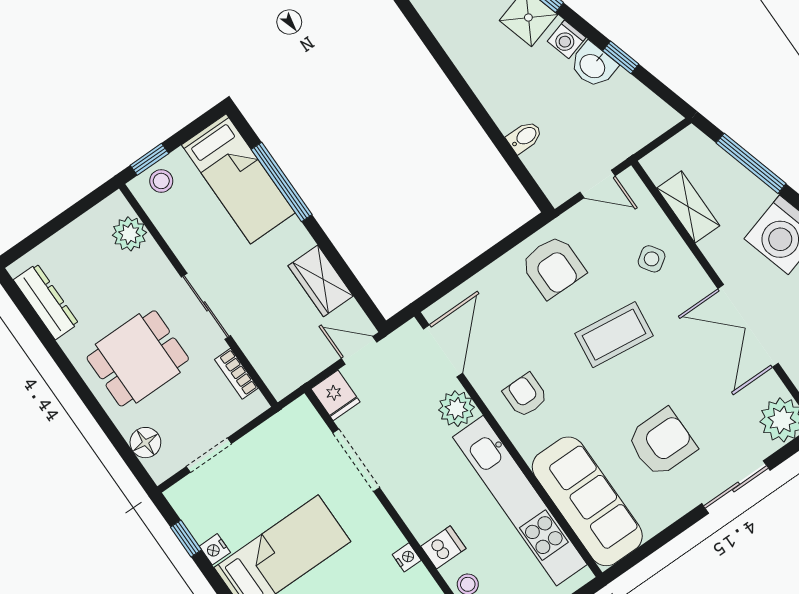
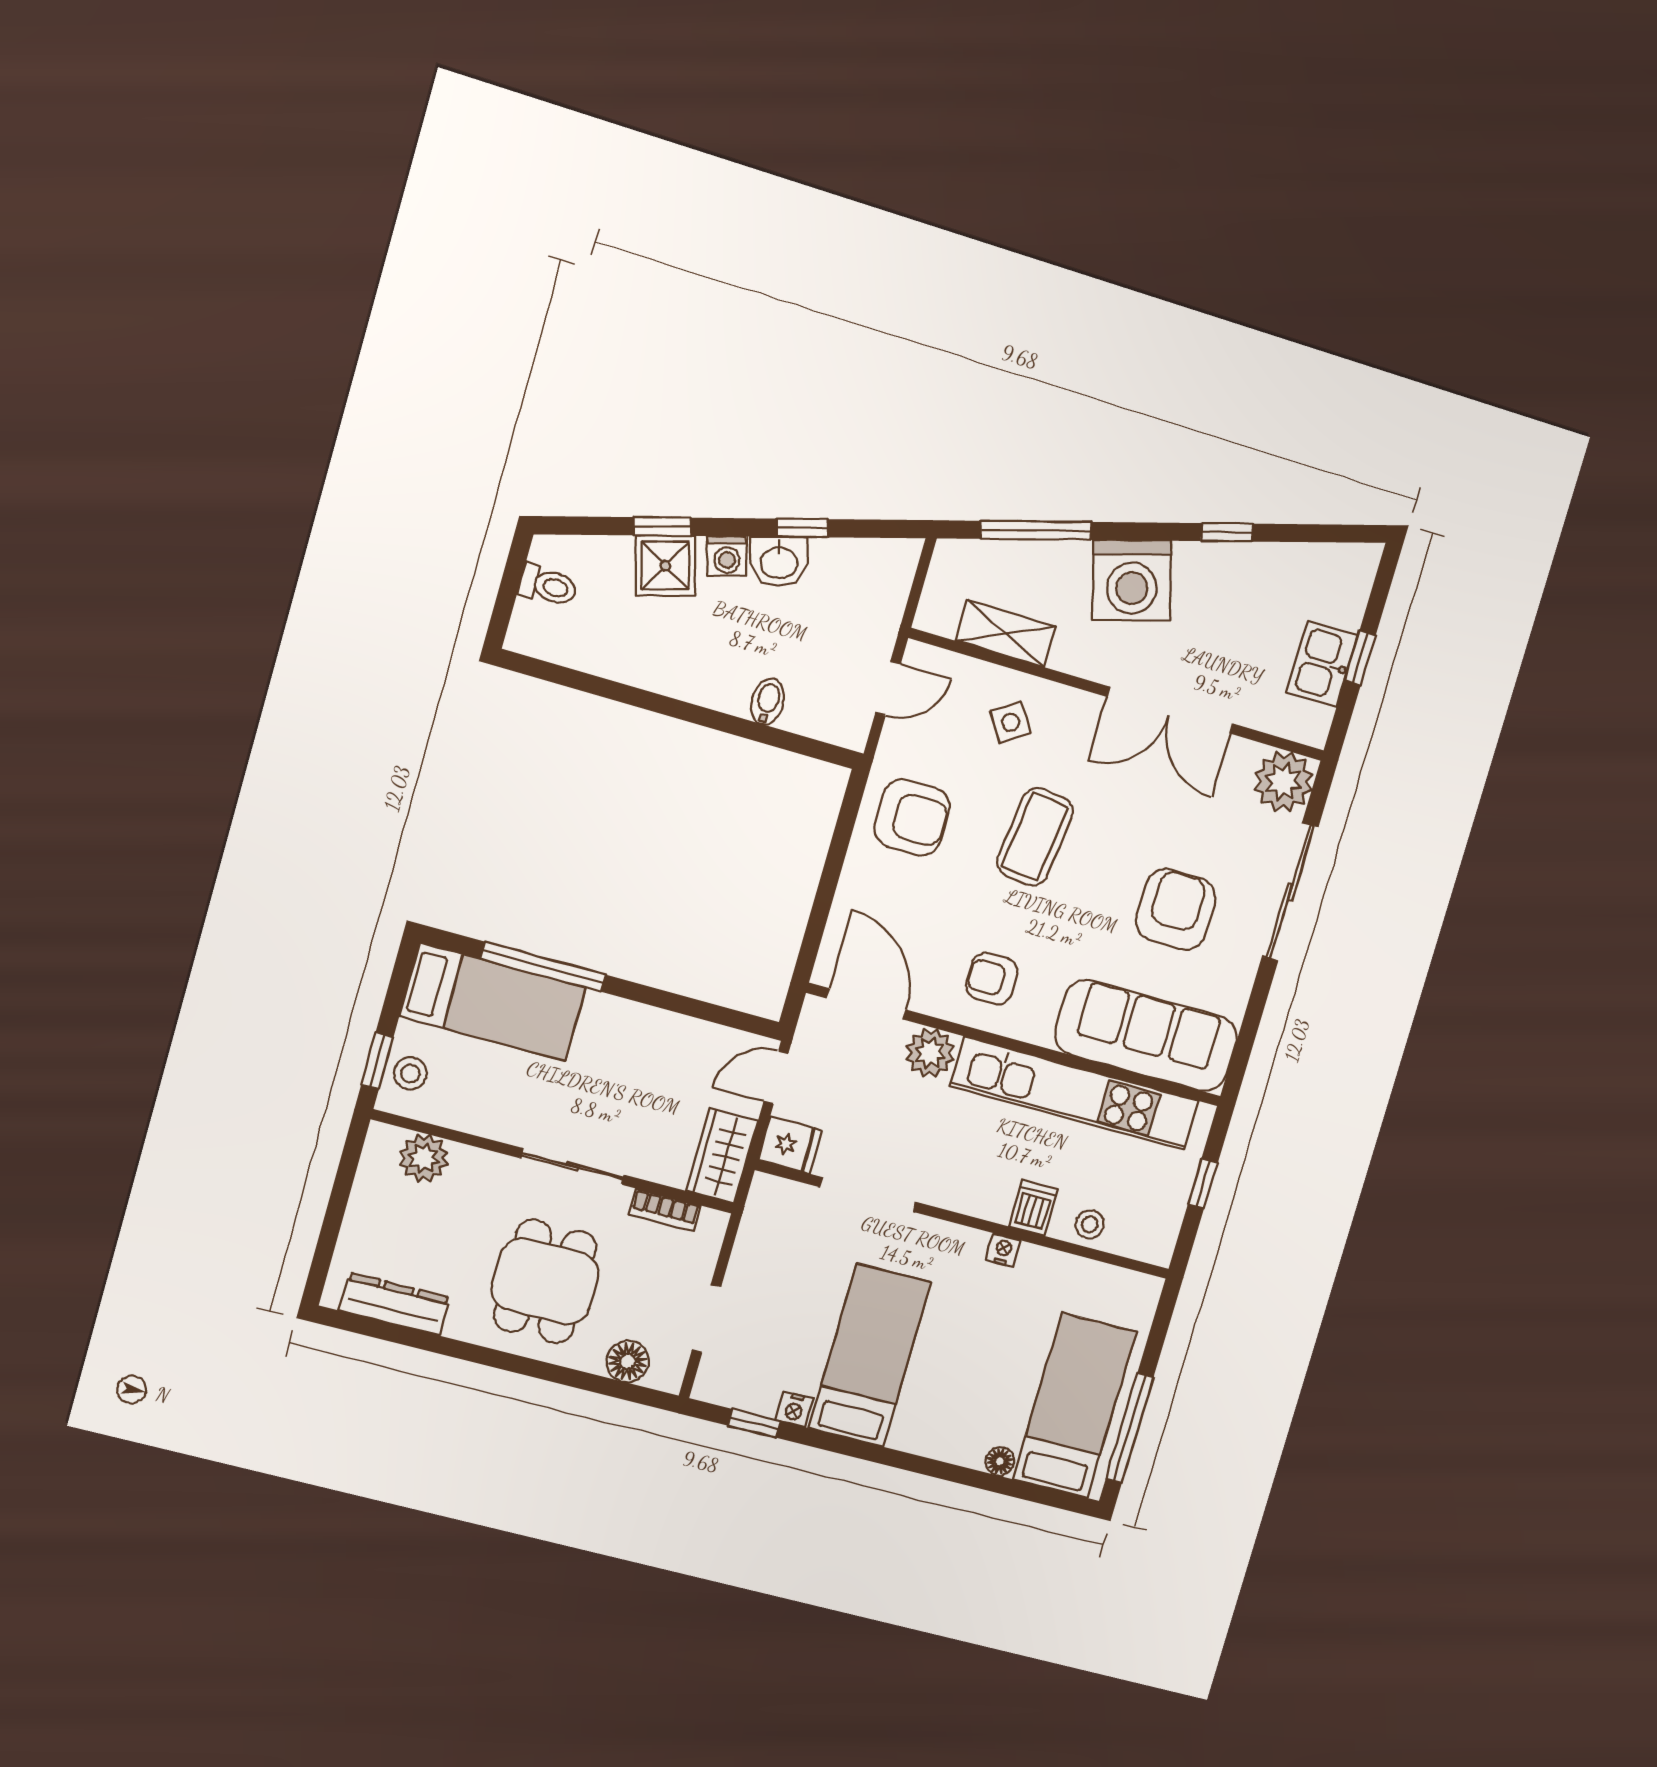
wardrobe: (321, 281) -> (722, 1156), moved, turned 90
sliding door: (736, 487) -> (1290, 892), width x1.37

